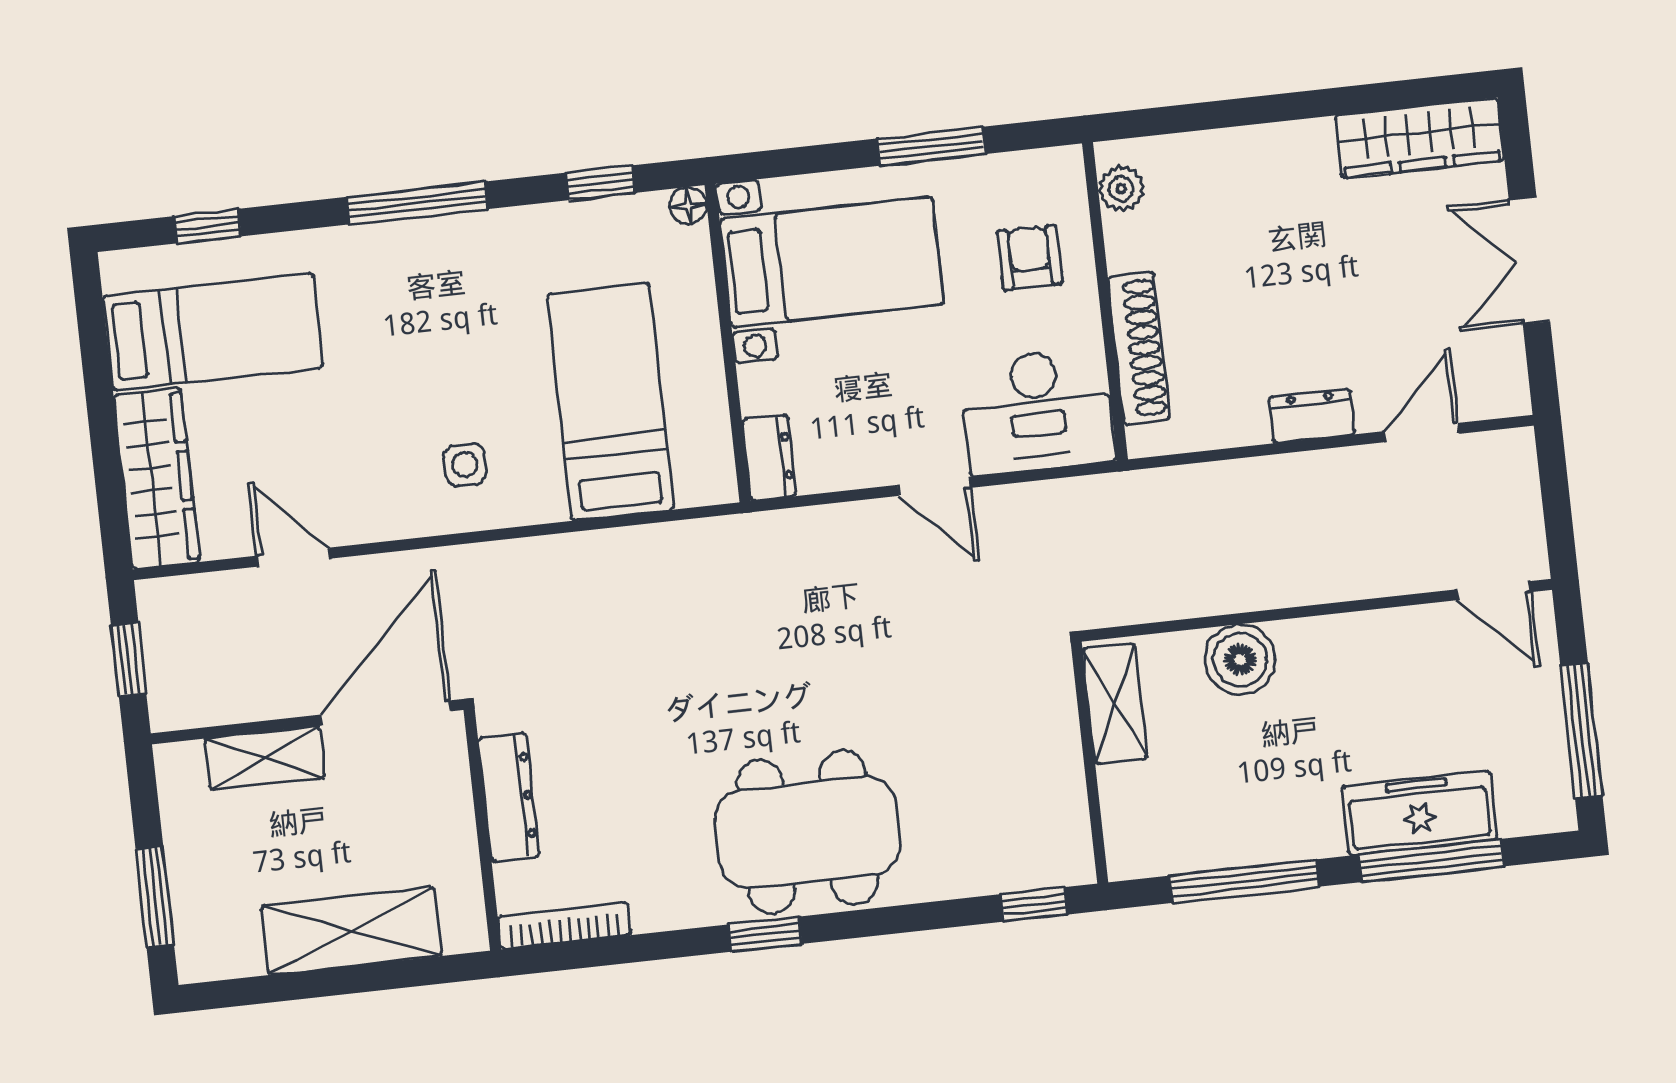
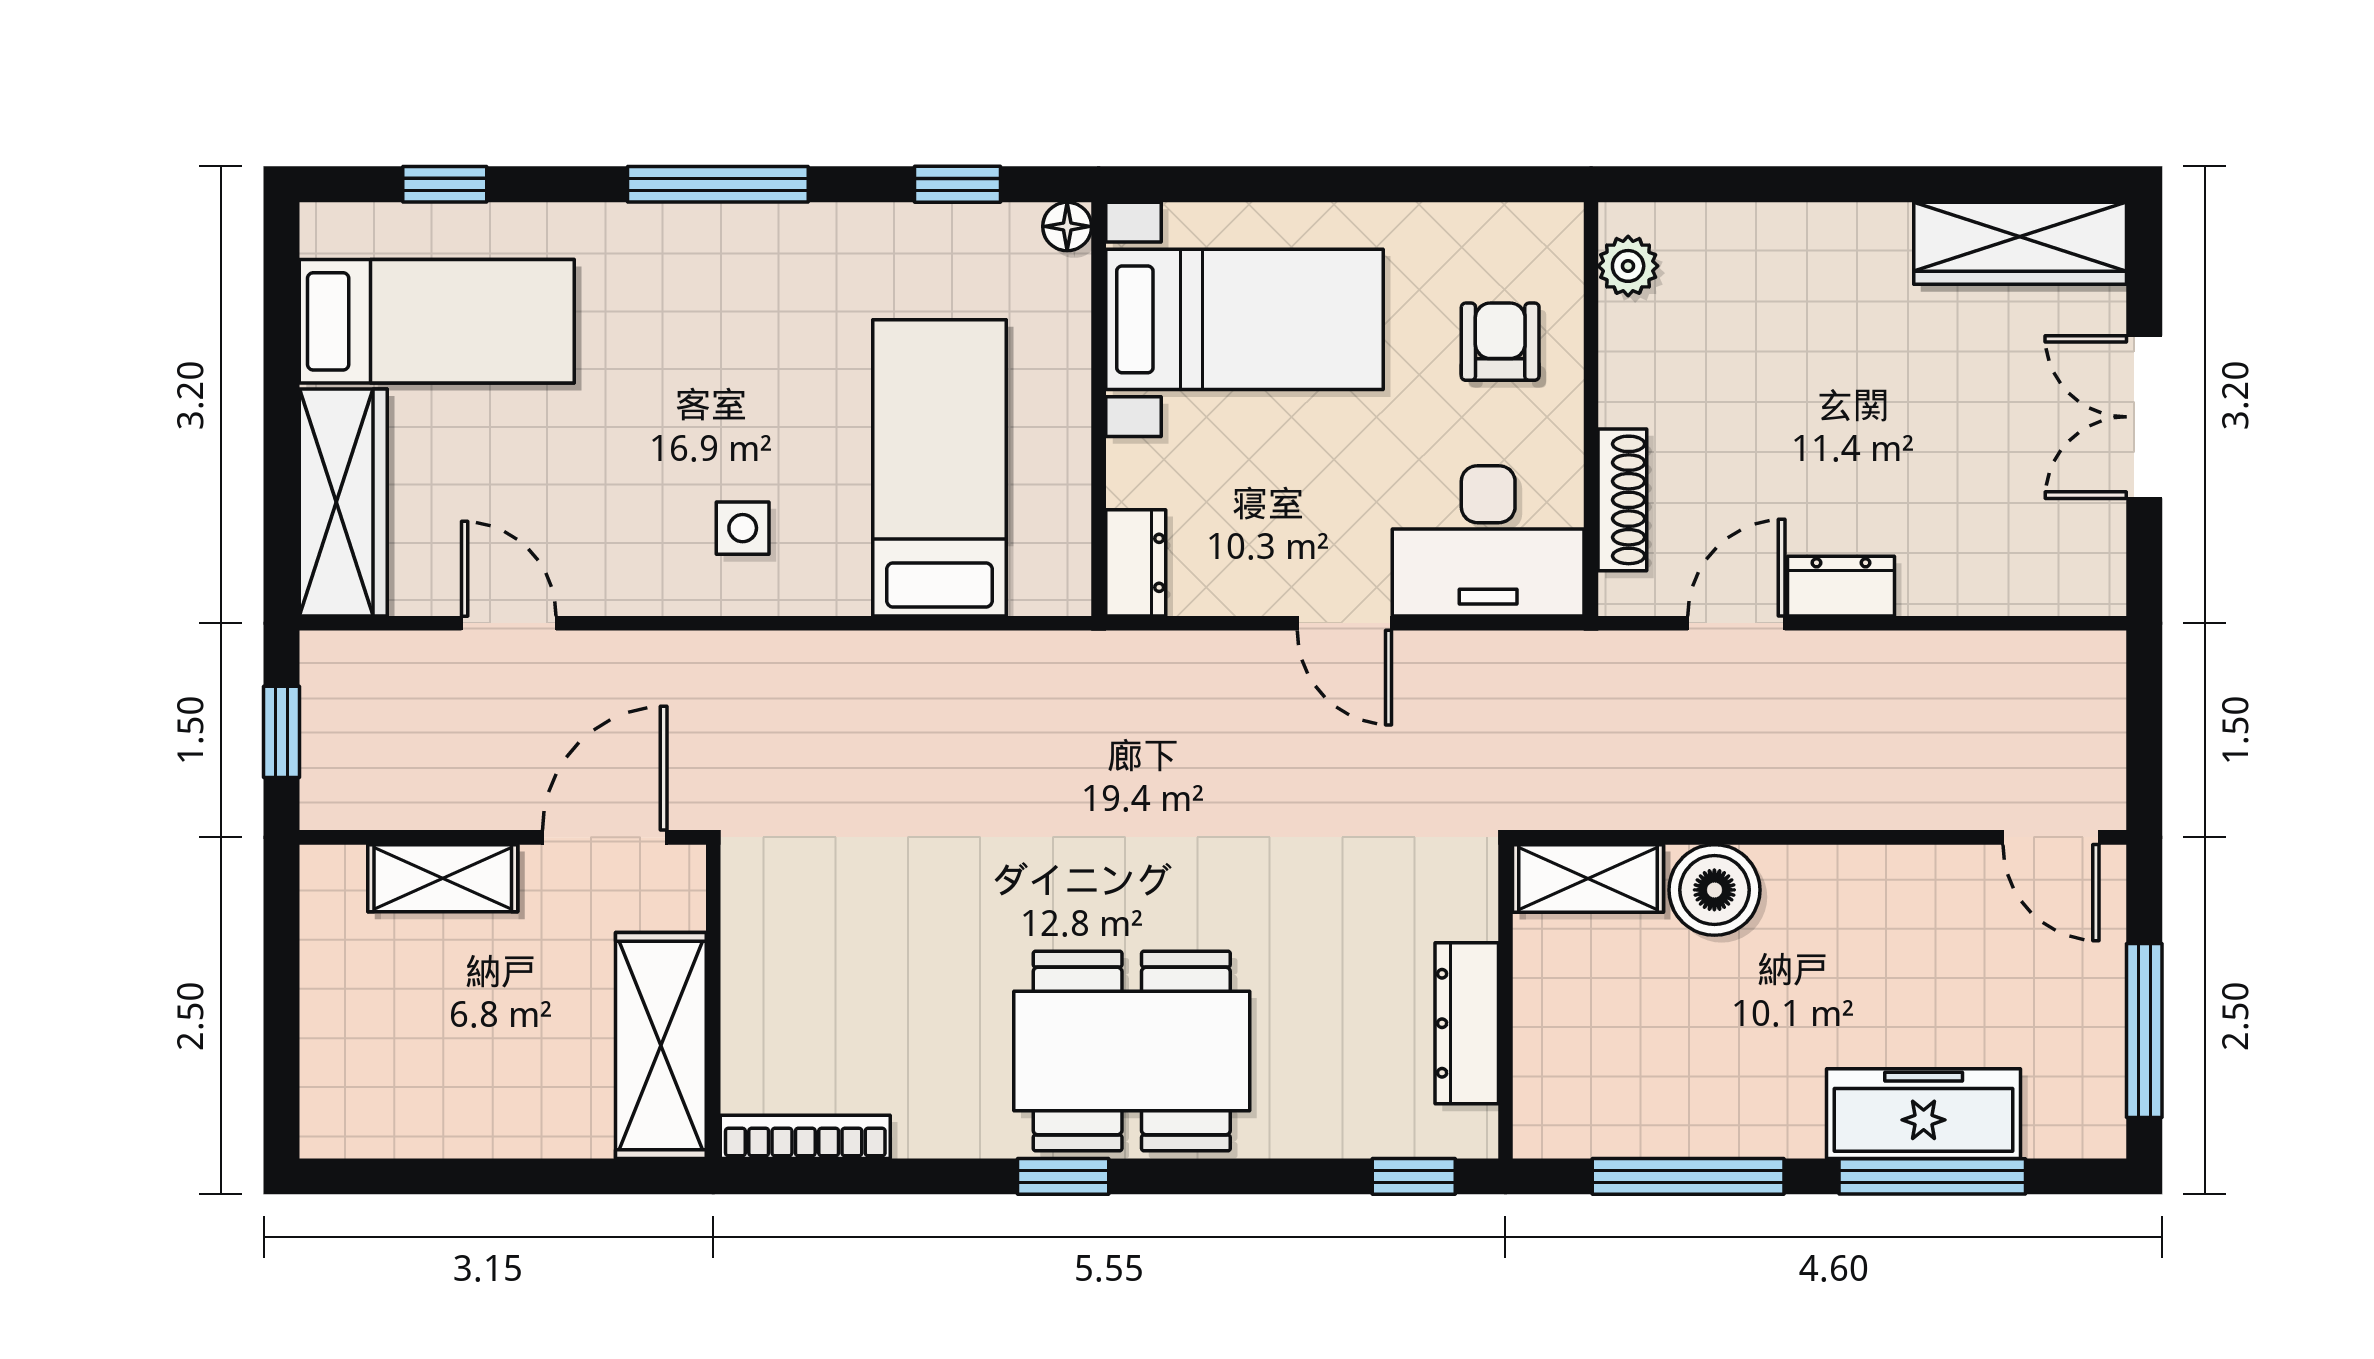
window: (931, 146) -> (1389, 184), removed
shoe rack: (1139, 348) -> (1622, 500), width x0.74, depth x0.81
door: (1422, 433) -> (1736, 623), moved
shelving: (1115, 704) -> (1588, 878), moved, turned 90
door: (385, 713) -> (605, 837), width x0.73
dresser: (509, 797) -> (1467, 1023), moved, turned 180
window: (155, 897) -> (281, 1041), removed
shelving: (351, 931) -> (661, 1045), moved, turned 90

